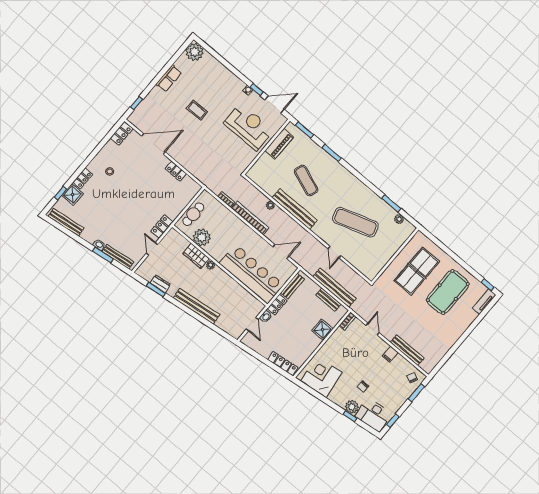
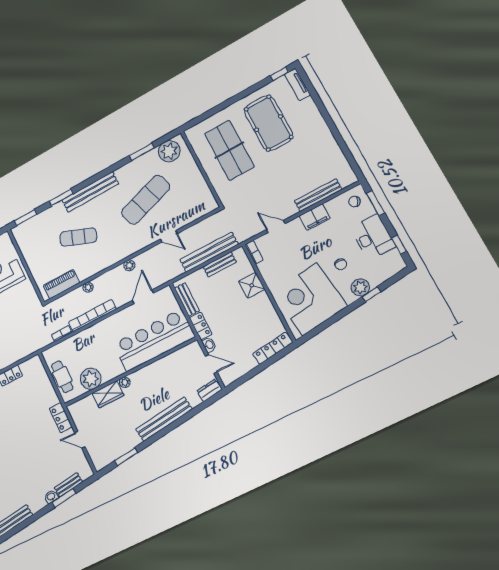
piano: (279, 144) -> (61, 284), moved, turned -90
bench: (295, 209) -> (90, 192), moved
plant: (399, 219) -> (169, 151), width x1.87, depth x1.87
plant: (300, 231) -> (129, 265), added
bench: (118, 257) -> (68, 485), width x0.73
dresser: (160, 284) -> (209, 390), moved
filing cabinet: (390, 354) -> (315, 217), width x2.00
corner desk: (321, 377) -> (310, 299), width x1.36, depth x1.36
desk: (373, 415) -> (373, 237), moved, turned -83

